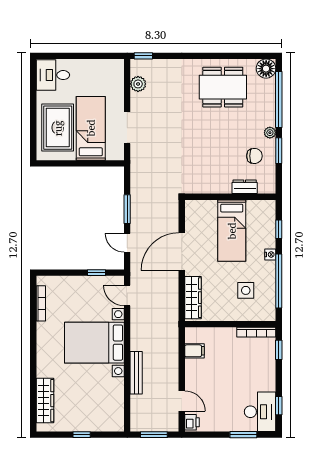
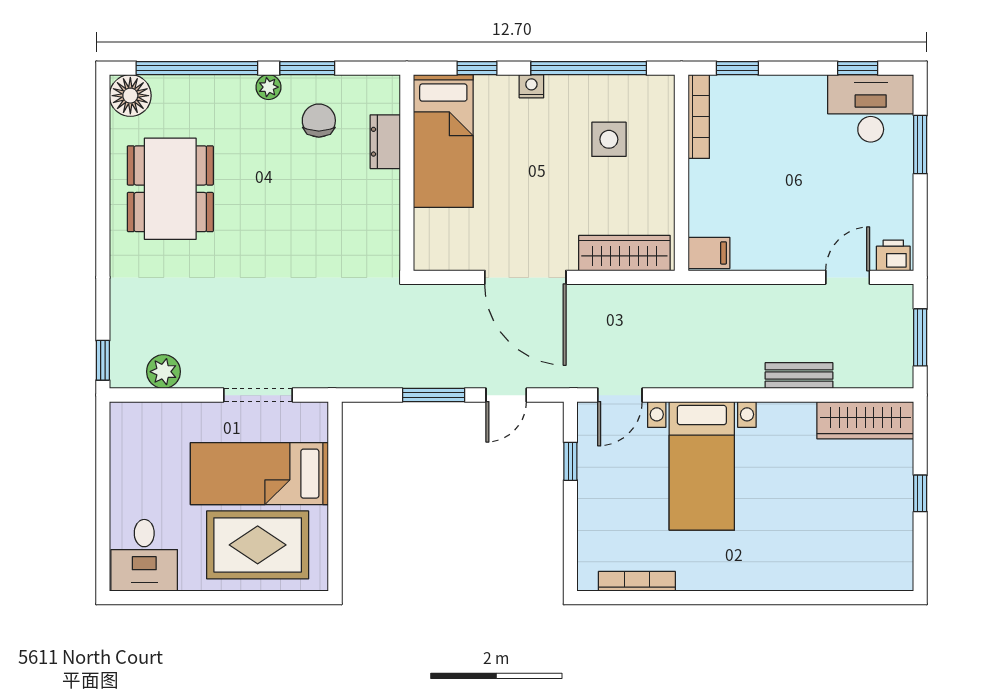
bed: (232, 231) -> (443, 141), moved, turned 90
bed with nightstands: (94, 343) -> (702, 466), width x0.73
filing cabinet: (194, 351) -> (709, 253), moved, turned 90
bench: (136, 373) -> (799, 376), width x0.73
wardrobe: (45, 401) -> (865, 420), moved, turned 180

